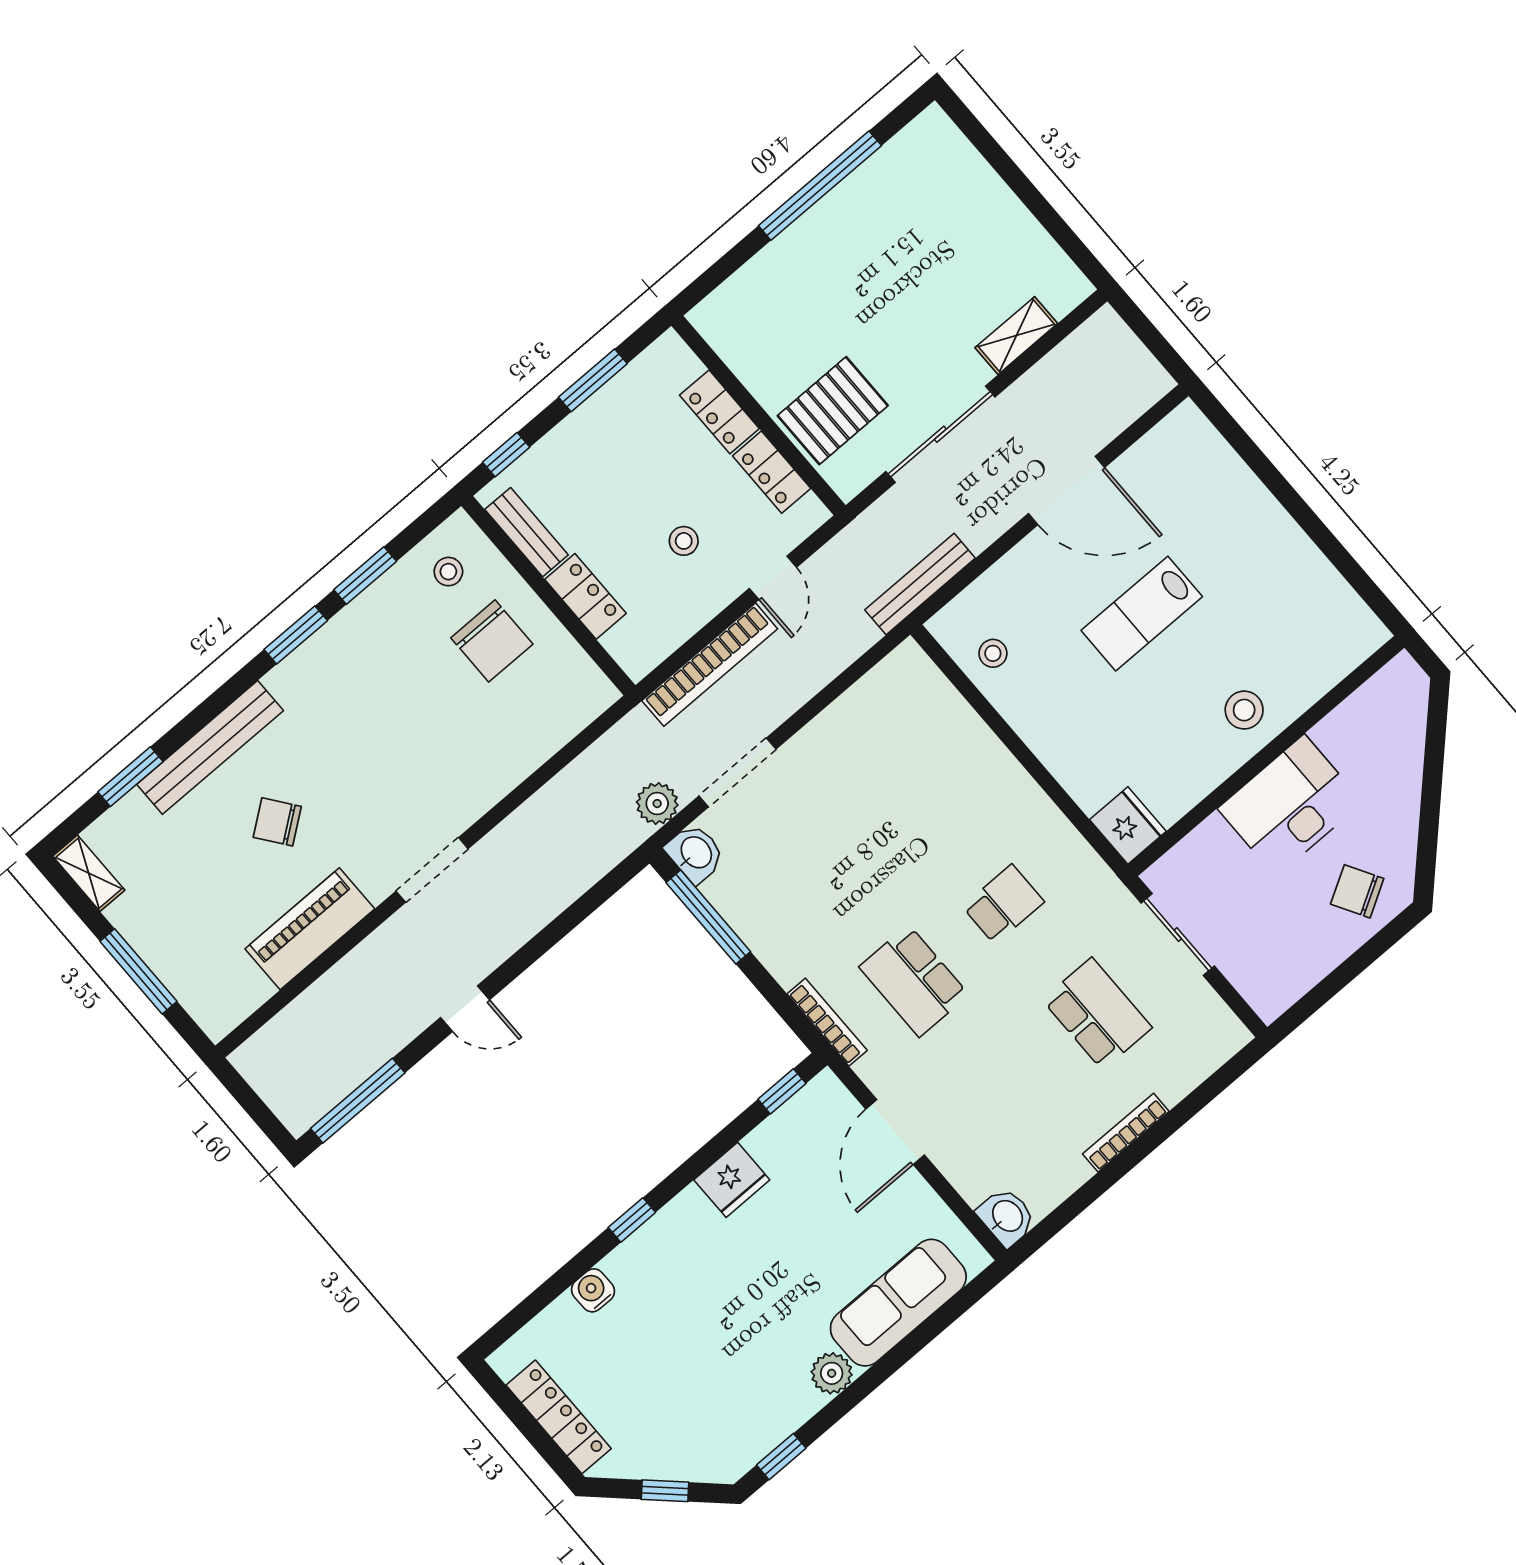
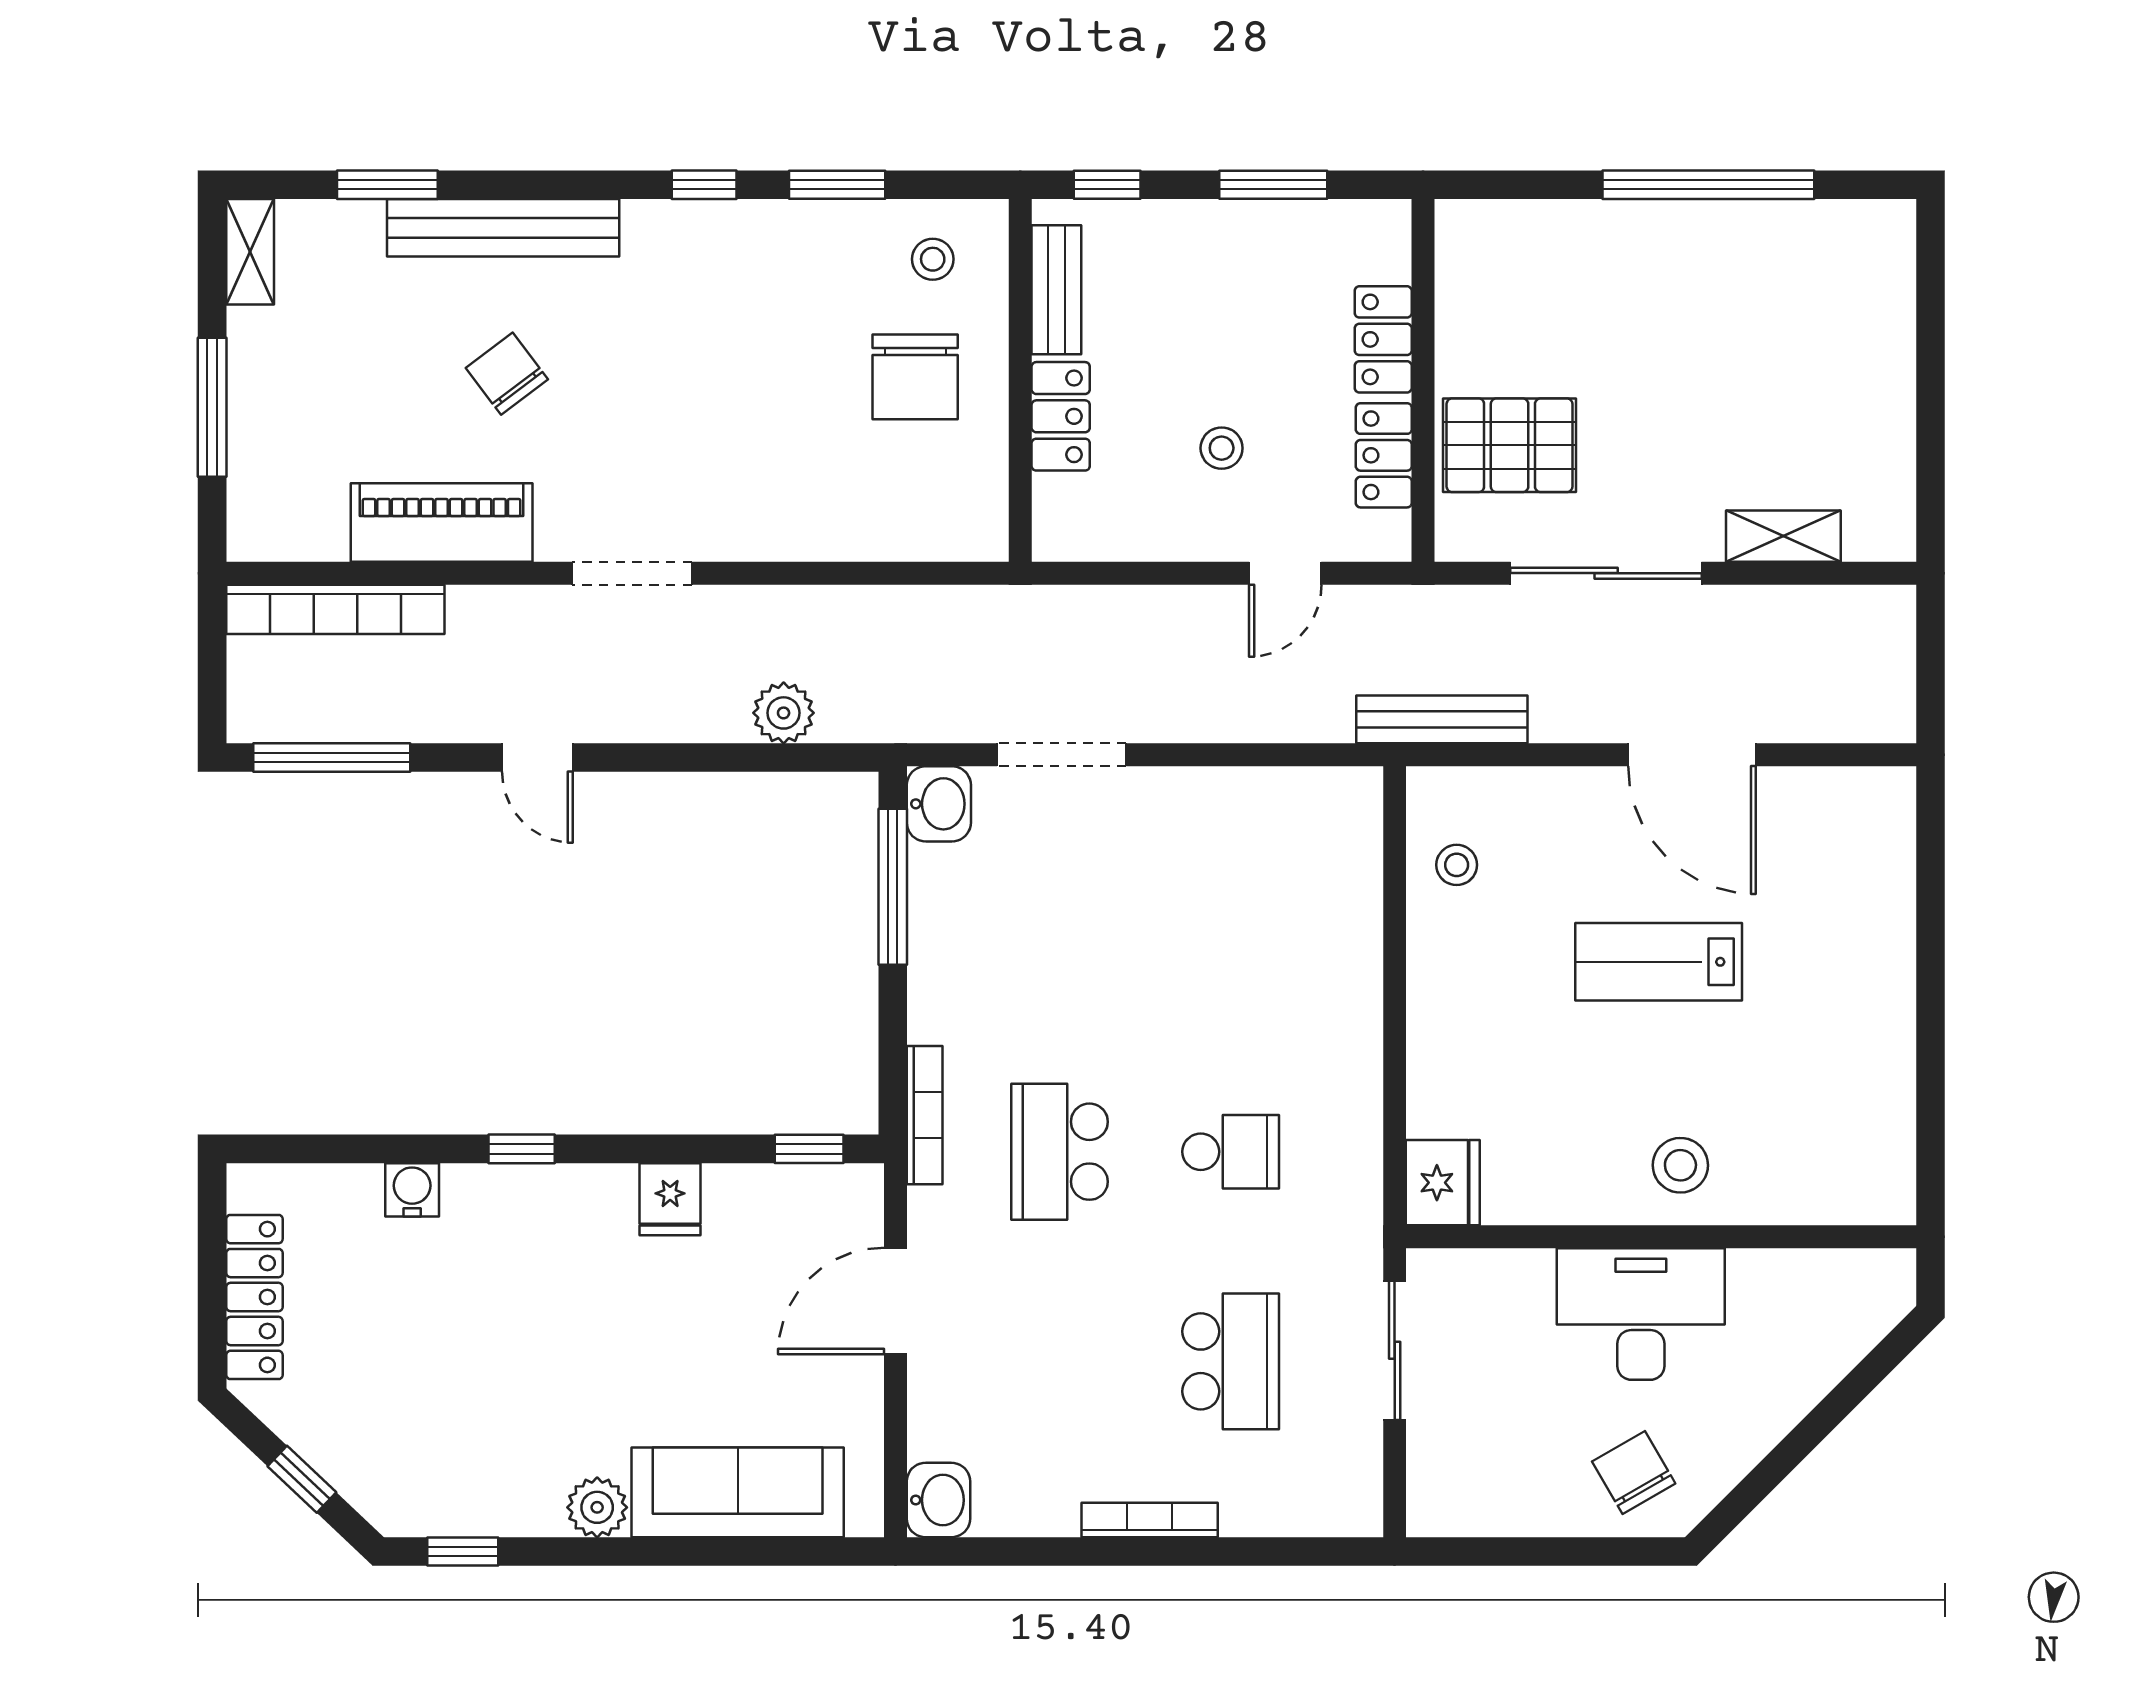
window: (296, 635) -> (704, 185), width x0.67
bookcase: (710, 665) -> (335, 609), moved
plant: (657, 804) -> (784, 713), moved
fridge: (732, 1180) -> (670, 1199), width x0.72

